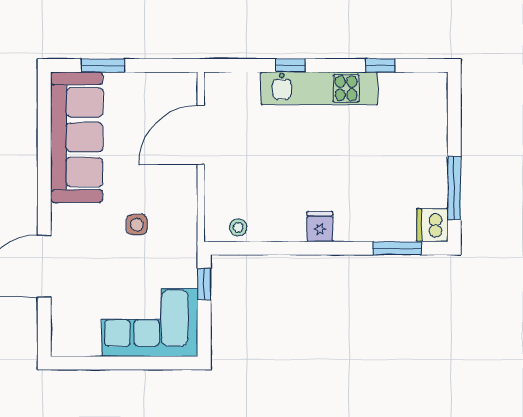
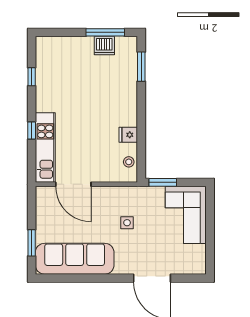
kitchen unit: (319, 88) -> (45, 148), moved
dishwasher: (432, 225) -> (104, 46), moved
fridge: (320, 227) -> (128, 135), moved
window: (204, 284) -> (163, 182), width x1.50

